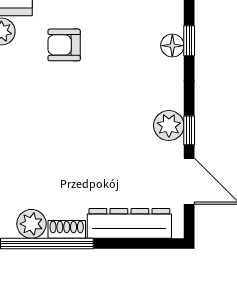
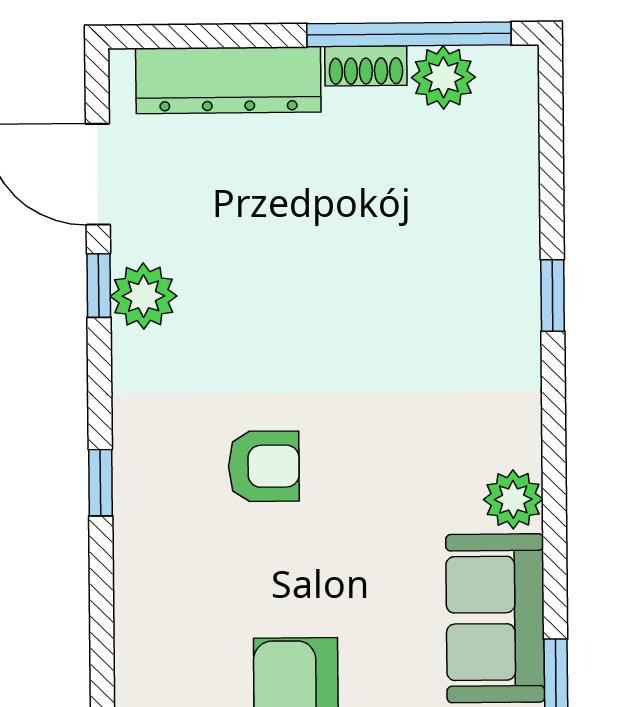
armchair: (64, 45) -> (264, 466), moved
floor lamp: (172, 46) -> (137, 472), removed

